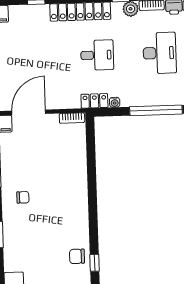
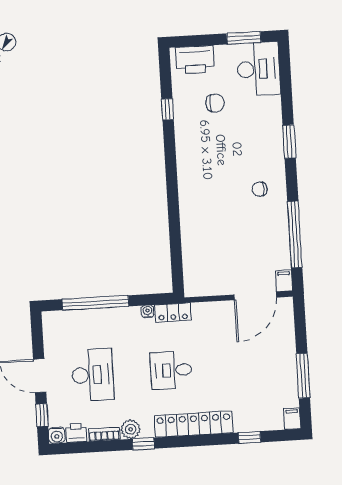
desk: (160, 53) -> (93, 375), turned 180
bookcase: (72, 118) -> (201, 290), removed
chair: (77, 256) -> (215, 103), moved

